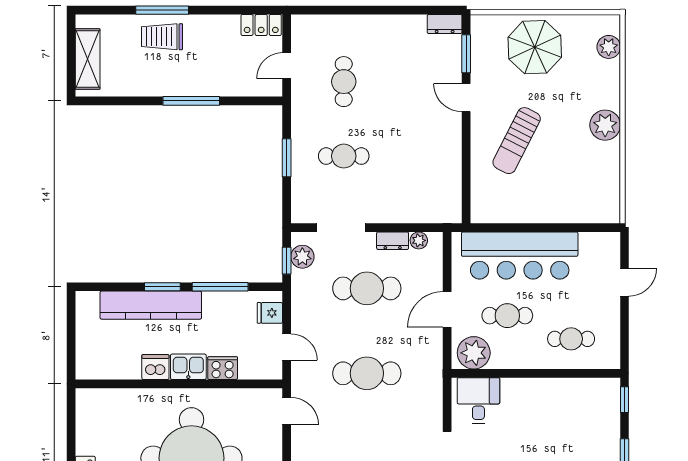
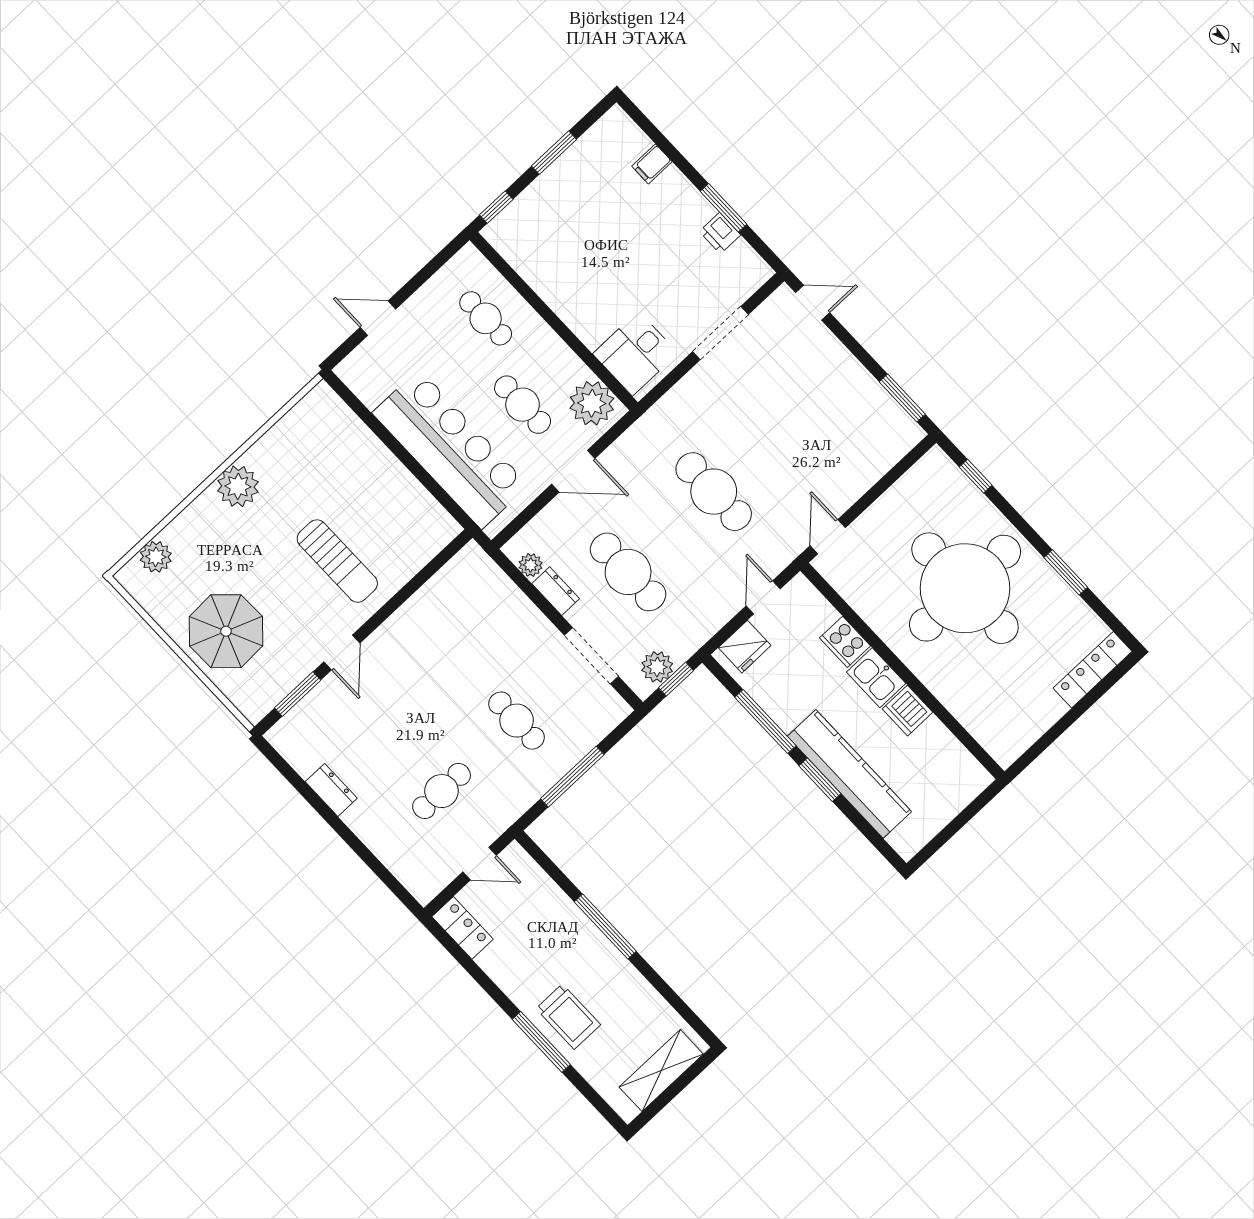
dresser: (445, 24) -> (331, 790), moved
sun lounger: (517, 141) -> (337, 561), turned 63
window: (287, 158) -> (572, 777), width x1.44
fridge: (270, 313) -> (745, 647), width x1.38

